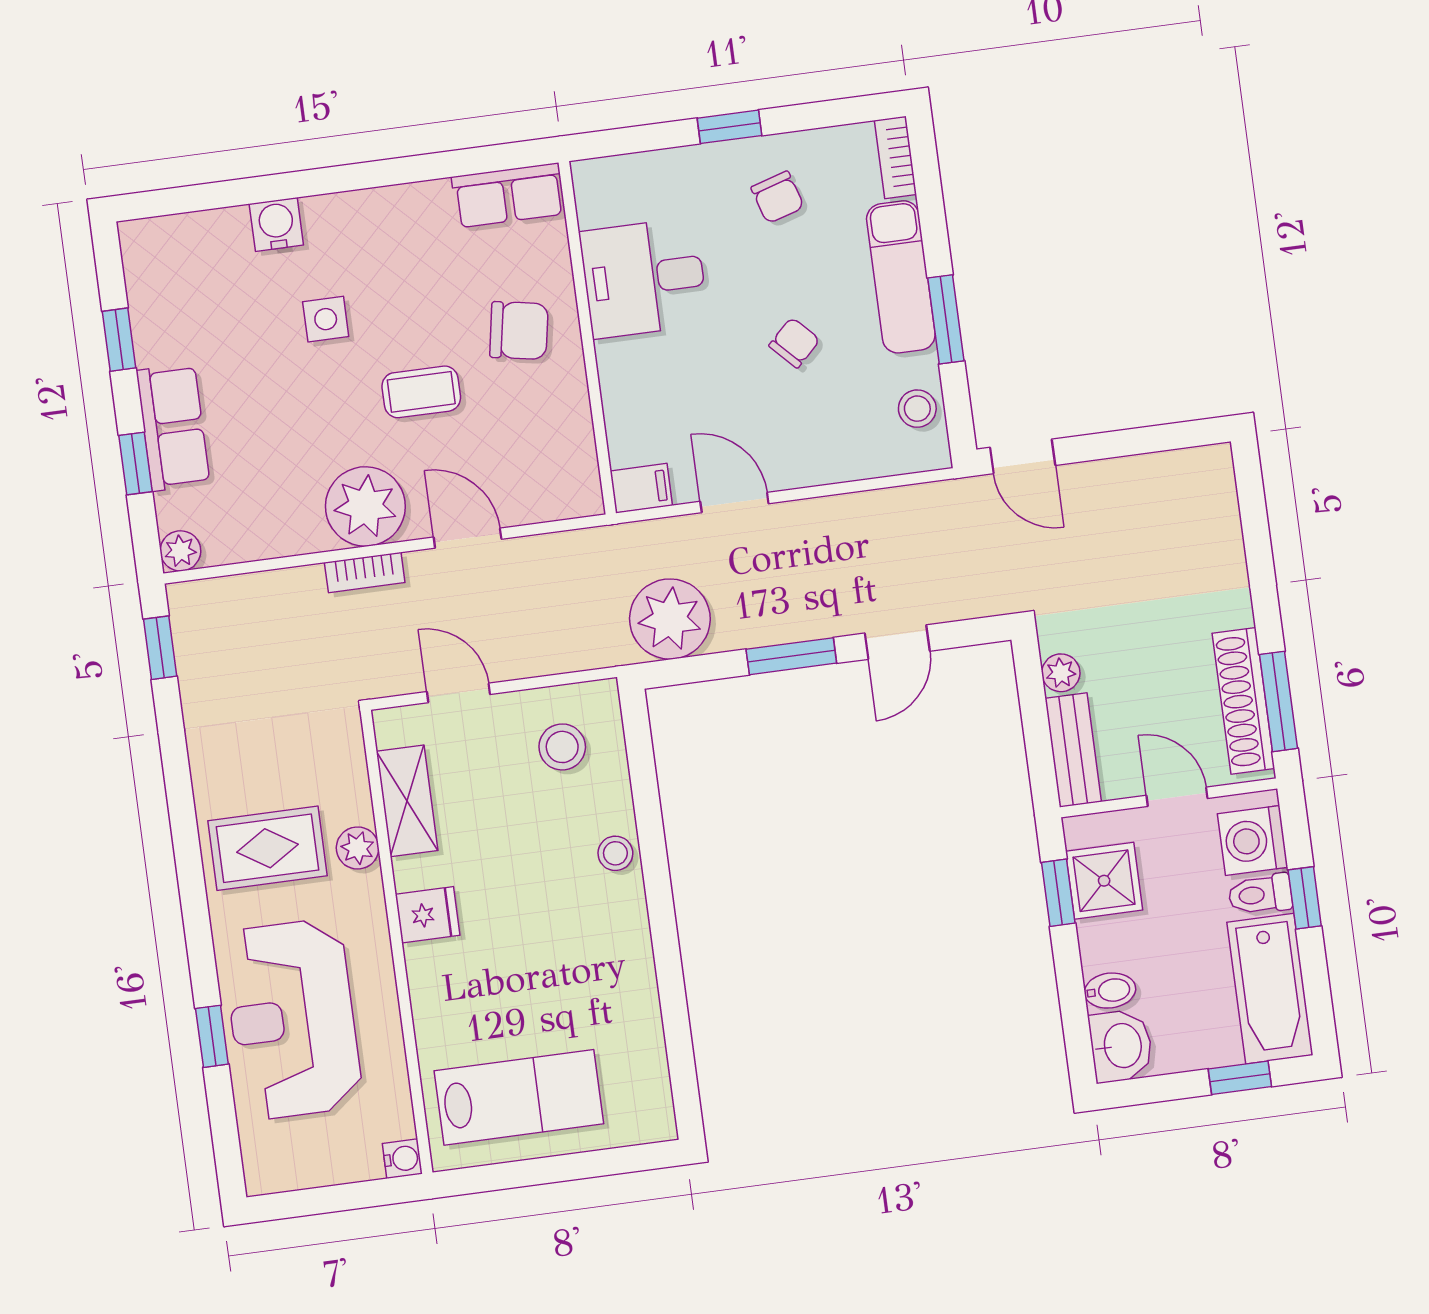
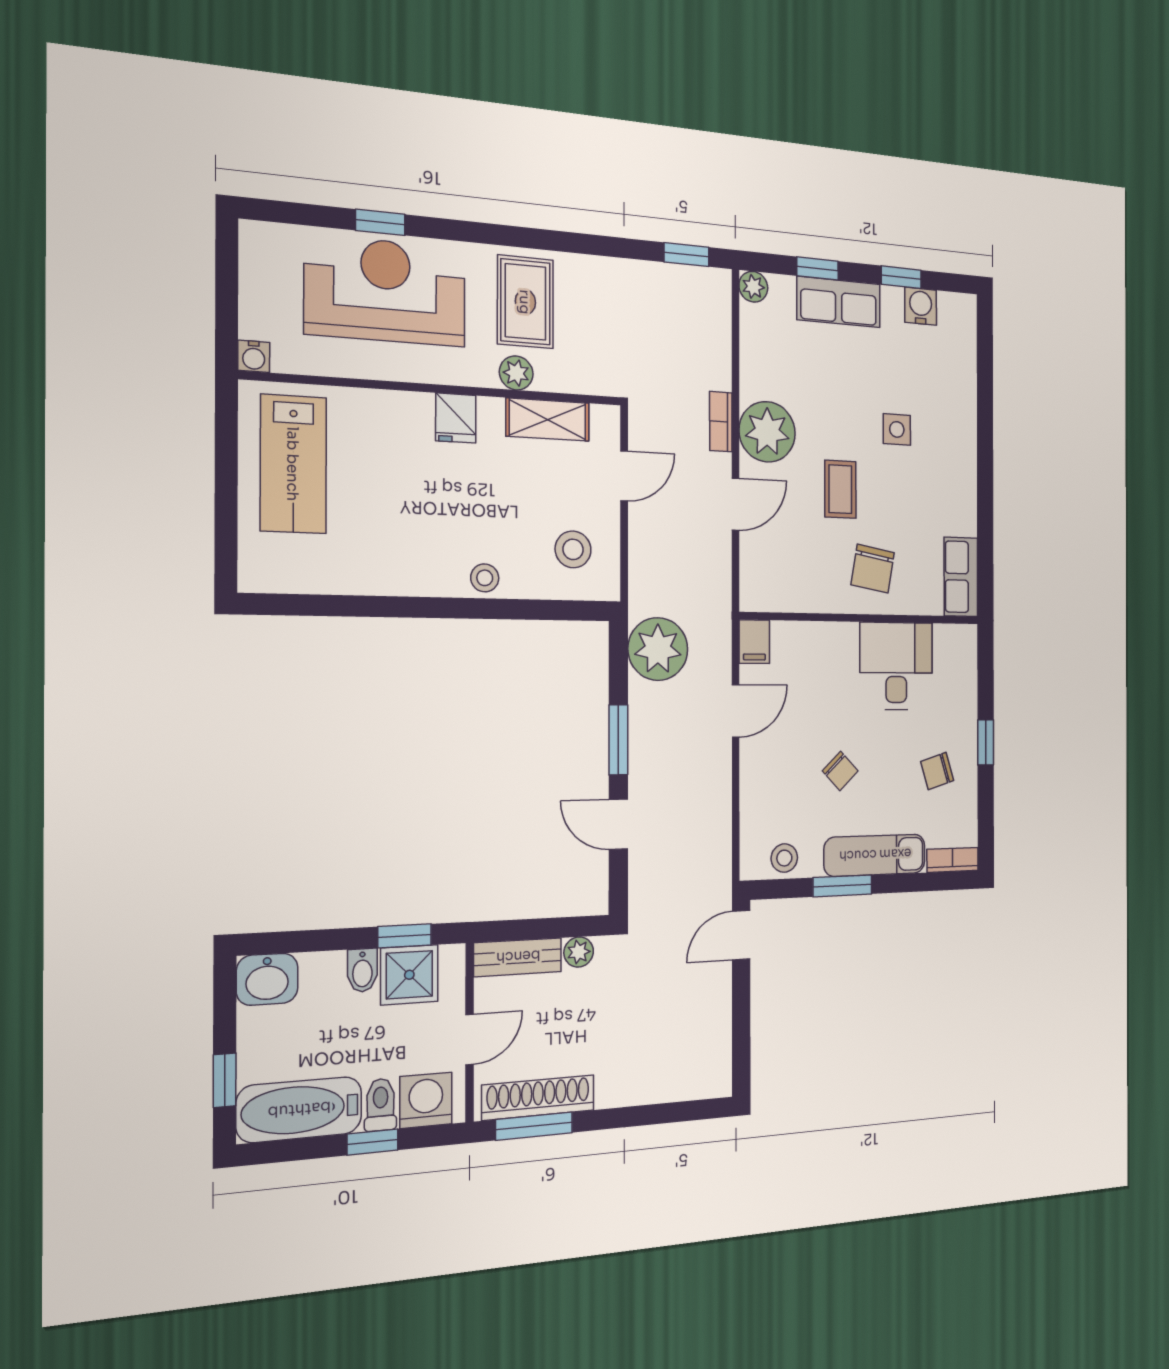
water cooler: (276, 224) -> (921, 306), moved, turned -90
bidet: (1110, 991) -> (362, 970), moved

